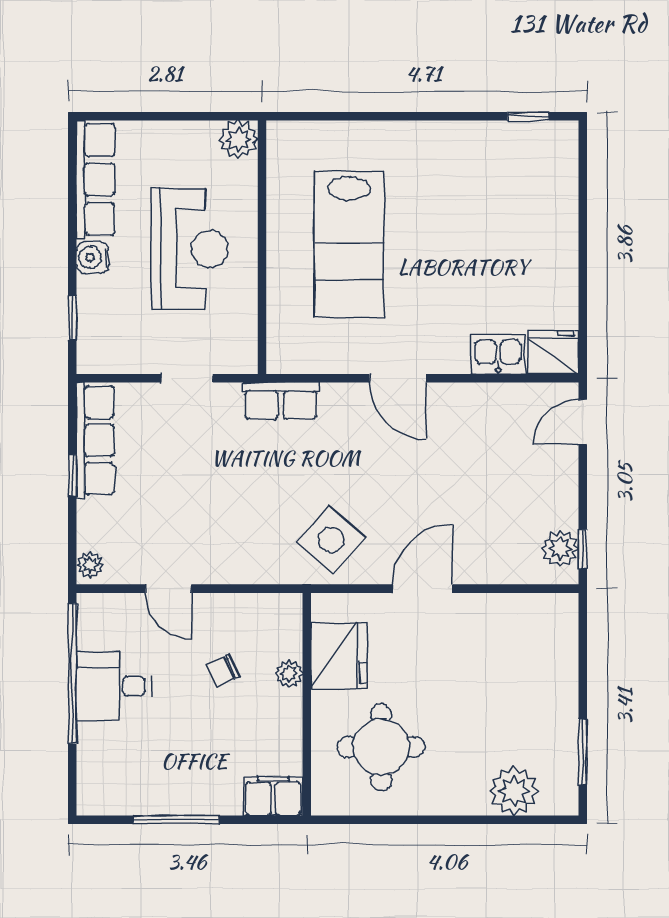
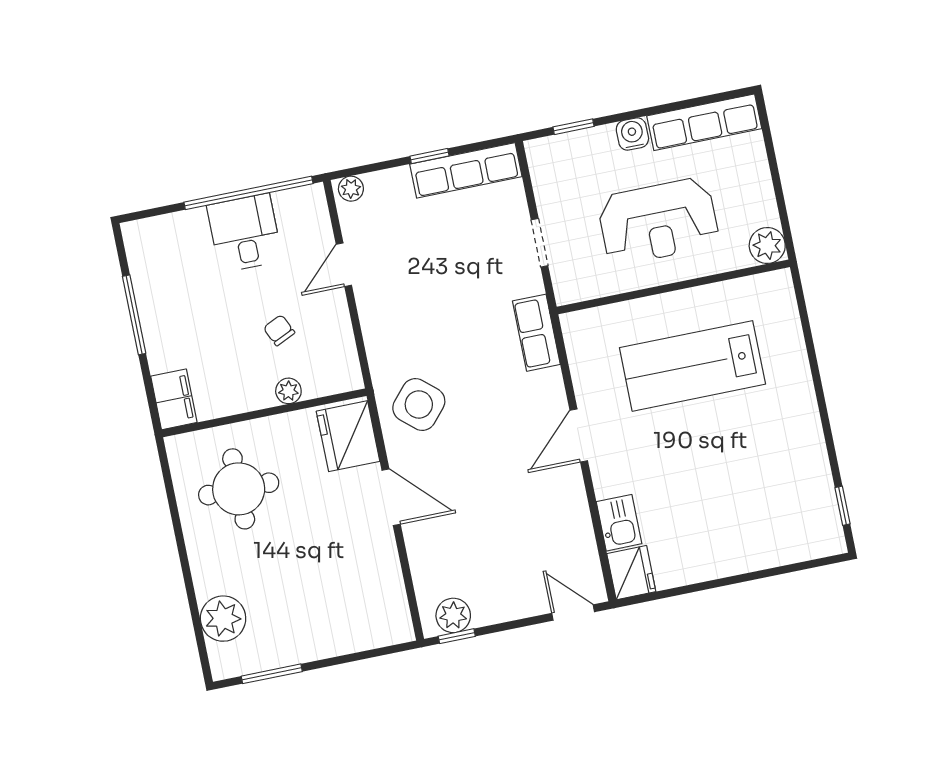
fridge: (339, 656) -> (348, 436), moved, turned 90

